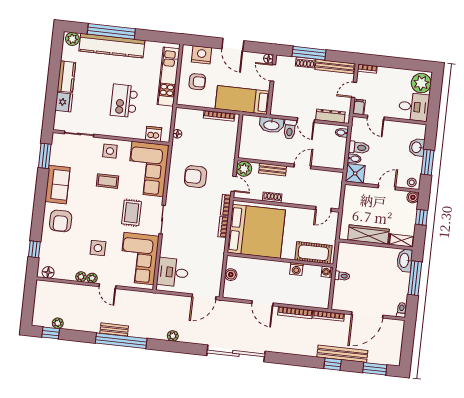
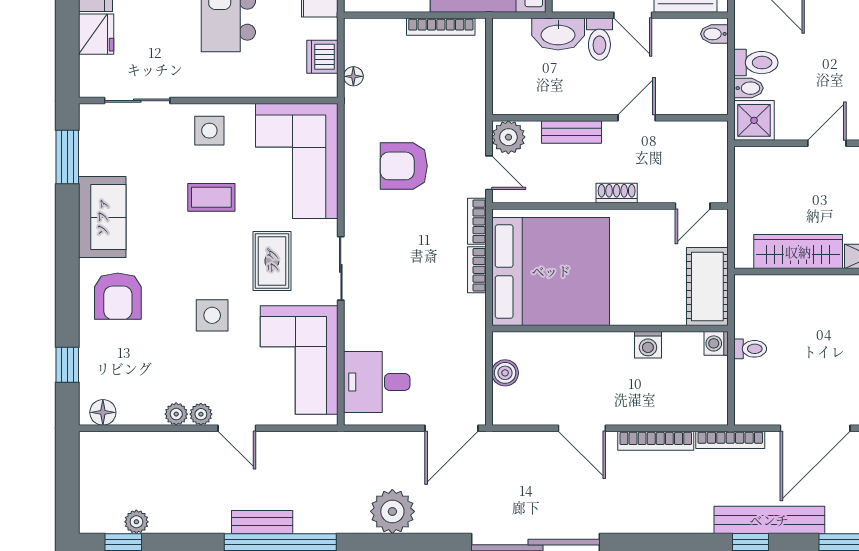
dishwasher: (153, 134) -> (322, 57), moved, turned -90
shoe rack: (272, 197) -> (617, 193), moved
side table: (98, 248) -> (212, 315), moved
cot: (313, 253) -> (707, 287), moved, turned 90
plant: (173, 336) -> (392, 511), width x1.88, depth x1.88

